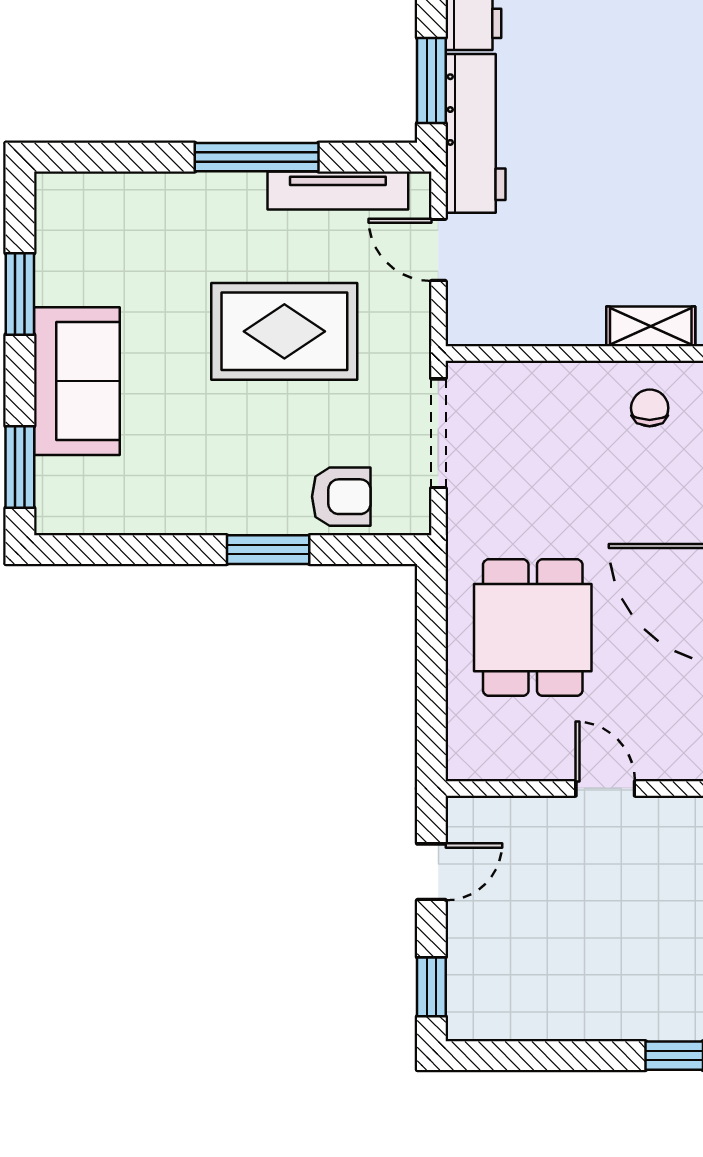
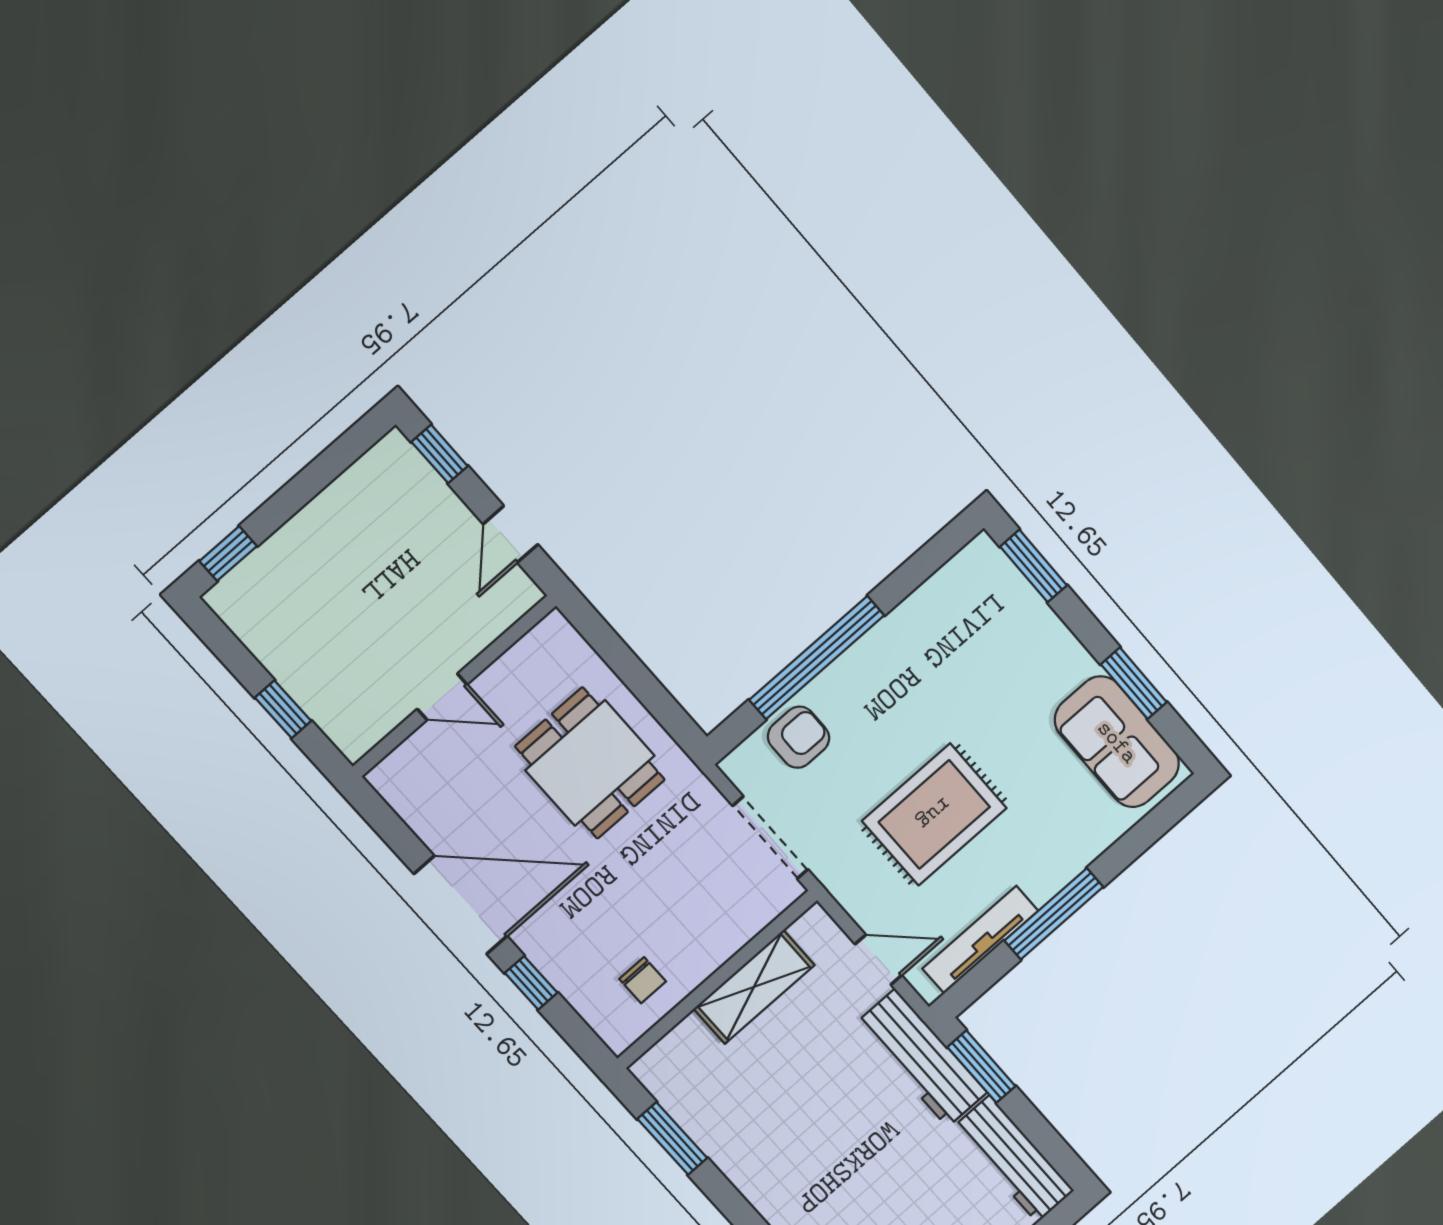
shelving: (651, 326) -> (754, 987), moved, width x1.50, depth x1.33
sofa: (77, 381) -> (1117, 742), moved
armchair: (341, 497) -> (799, 737), turned 180
window: (268, 550) -> (817, 658), width x2.11

